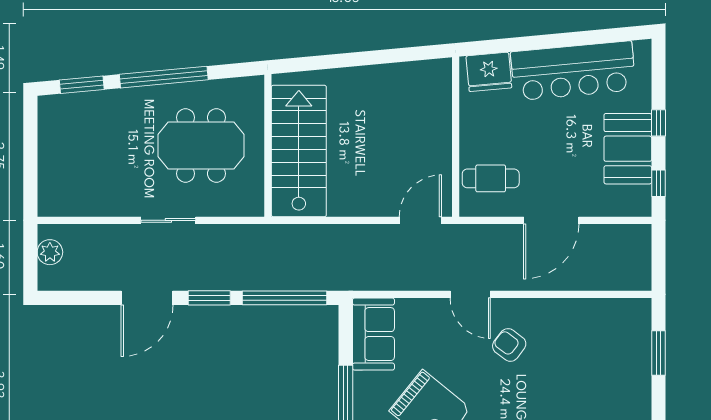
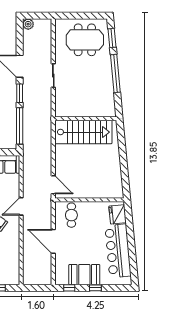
meeting table: (201, 146) -> (85, 40), moved, turned 90
plant: (50, 252) -> (28, 24), moved

